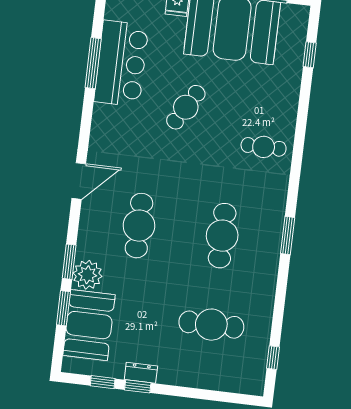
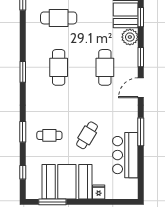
window: (93, 63) -> (141, 132), moved
window: (301, 128) -> (23, 132), added
cafe table: (264, 147) -> (49, 135), moved
window: (69, 262) -> (141, 57), moved

